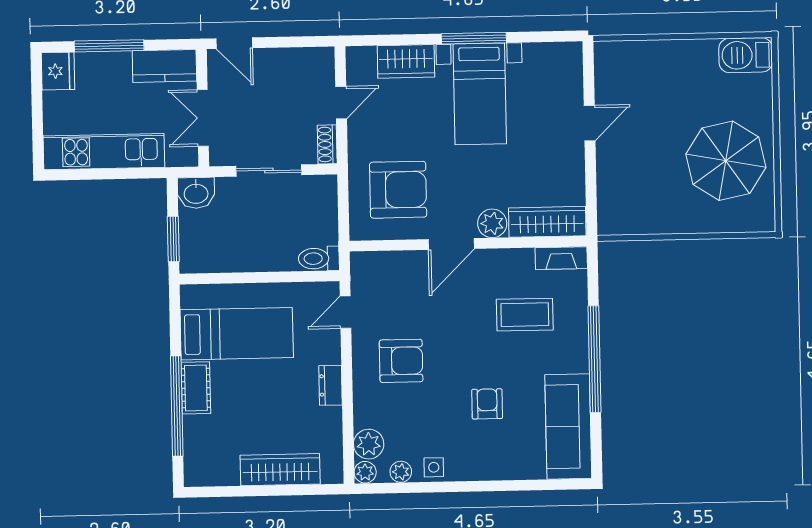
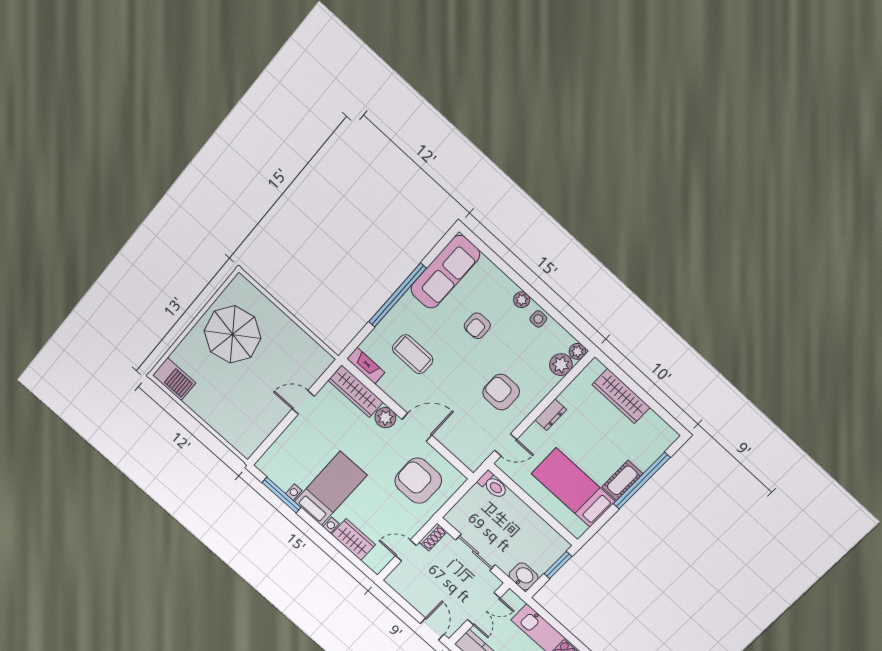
window: (474, 38) -> (282, 495), moved
door: (590, 123) -> (303, 402), moved
plant: (401, 472) -> (522, 300), moved

